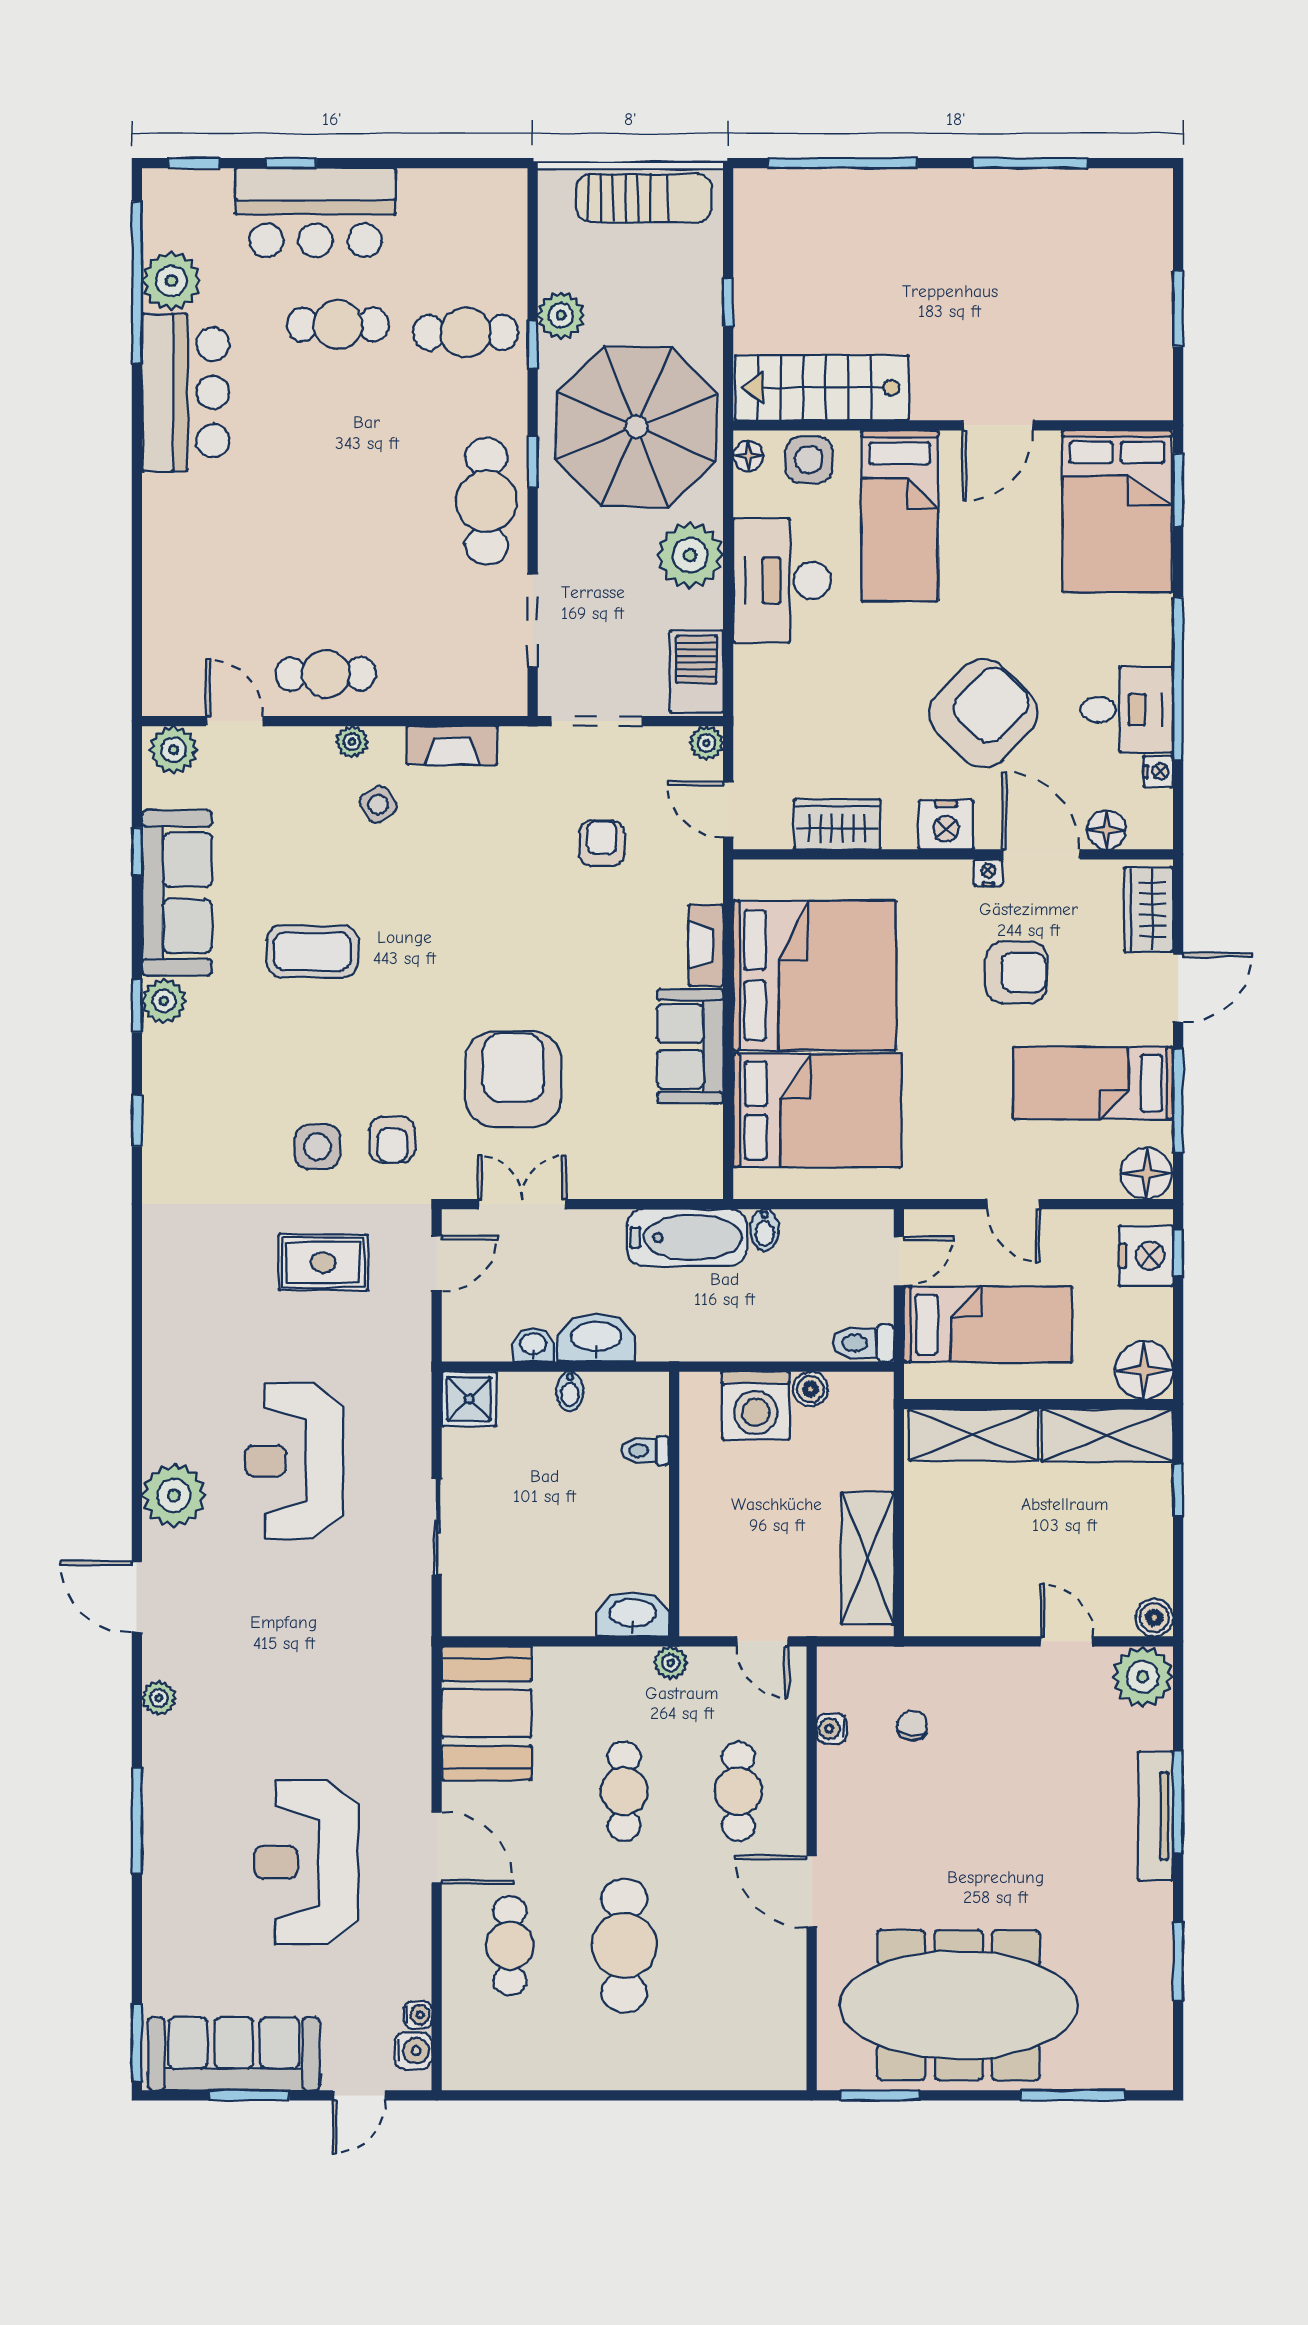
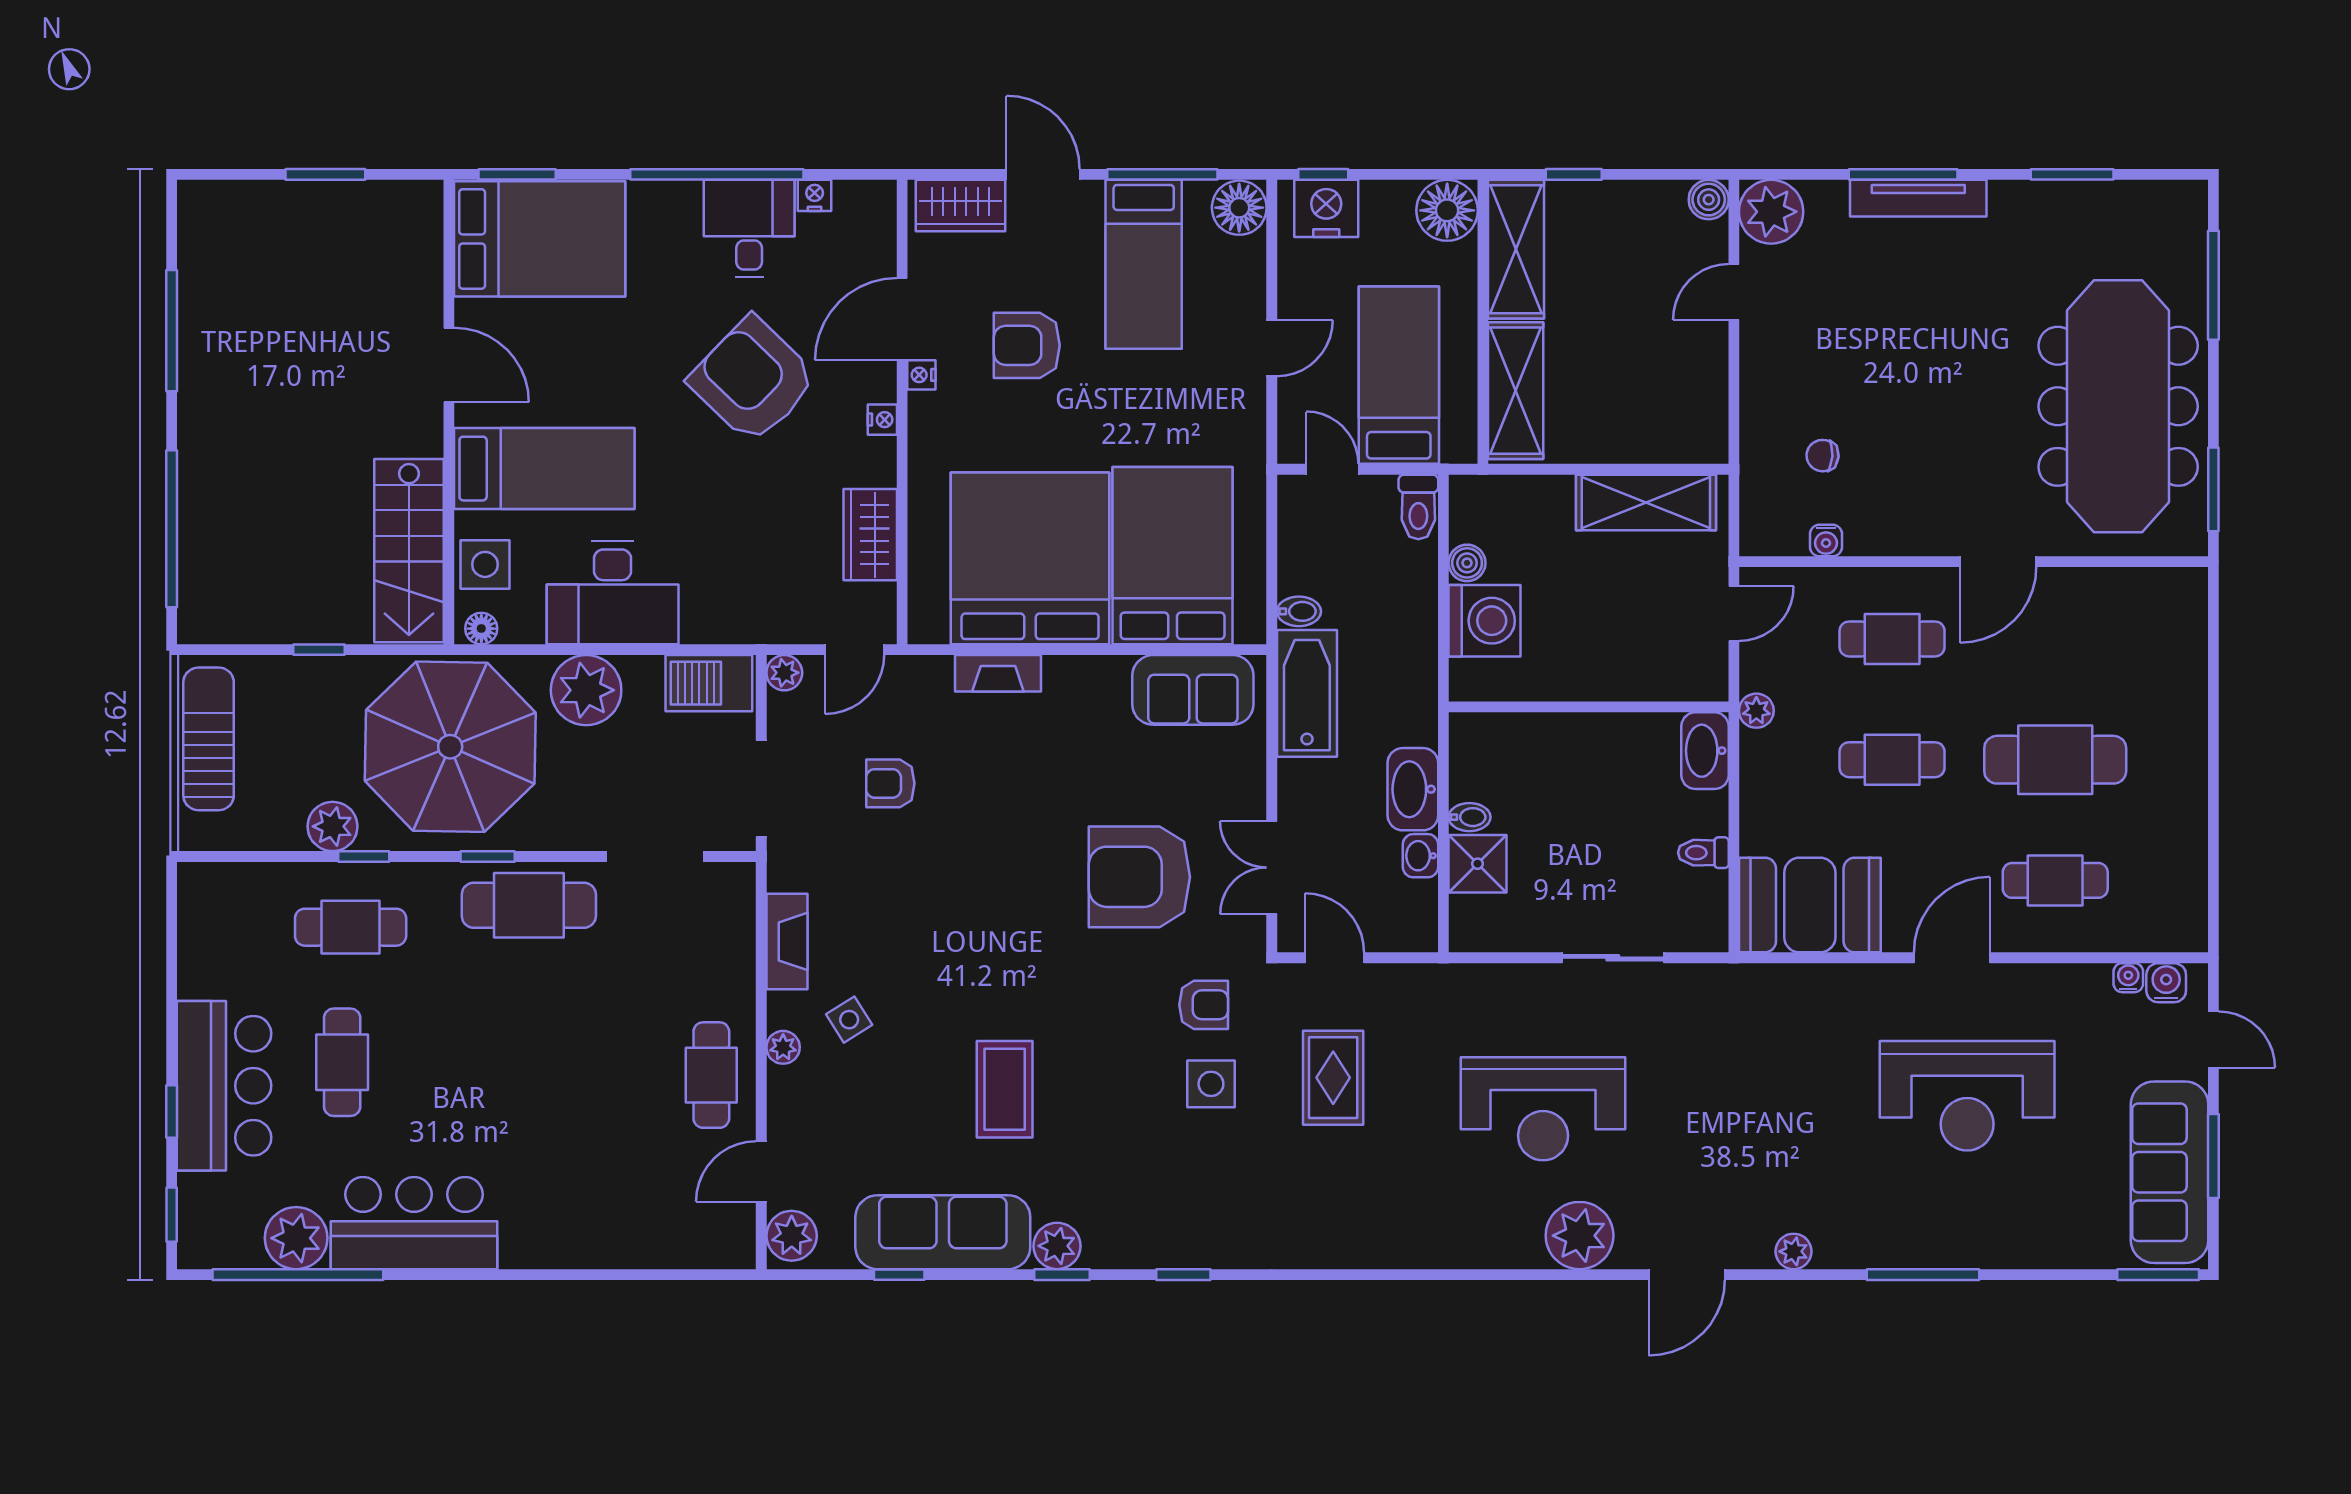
cafe table: (466, 332) -> (351, 927), turned 90
nightstand: (946, 825) -> (882, 420), width x0.53, depth x0.56
floor lamp: (1106, 830) -> (876, 250), removed
armchair: (1016, 972) -> (1027, 345), turned -90
sofa: (690, 1046) -> (1193, 690), moved
shower: (469, 1399) -> (1478, 864), moved
toilet: (645, 1451) -> (1703, 853), moved, turned 90

